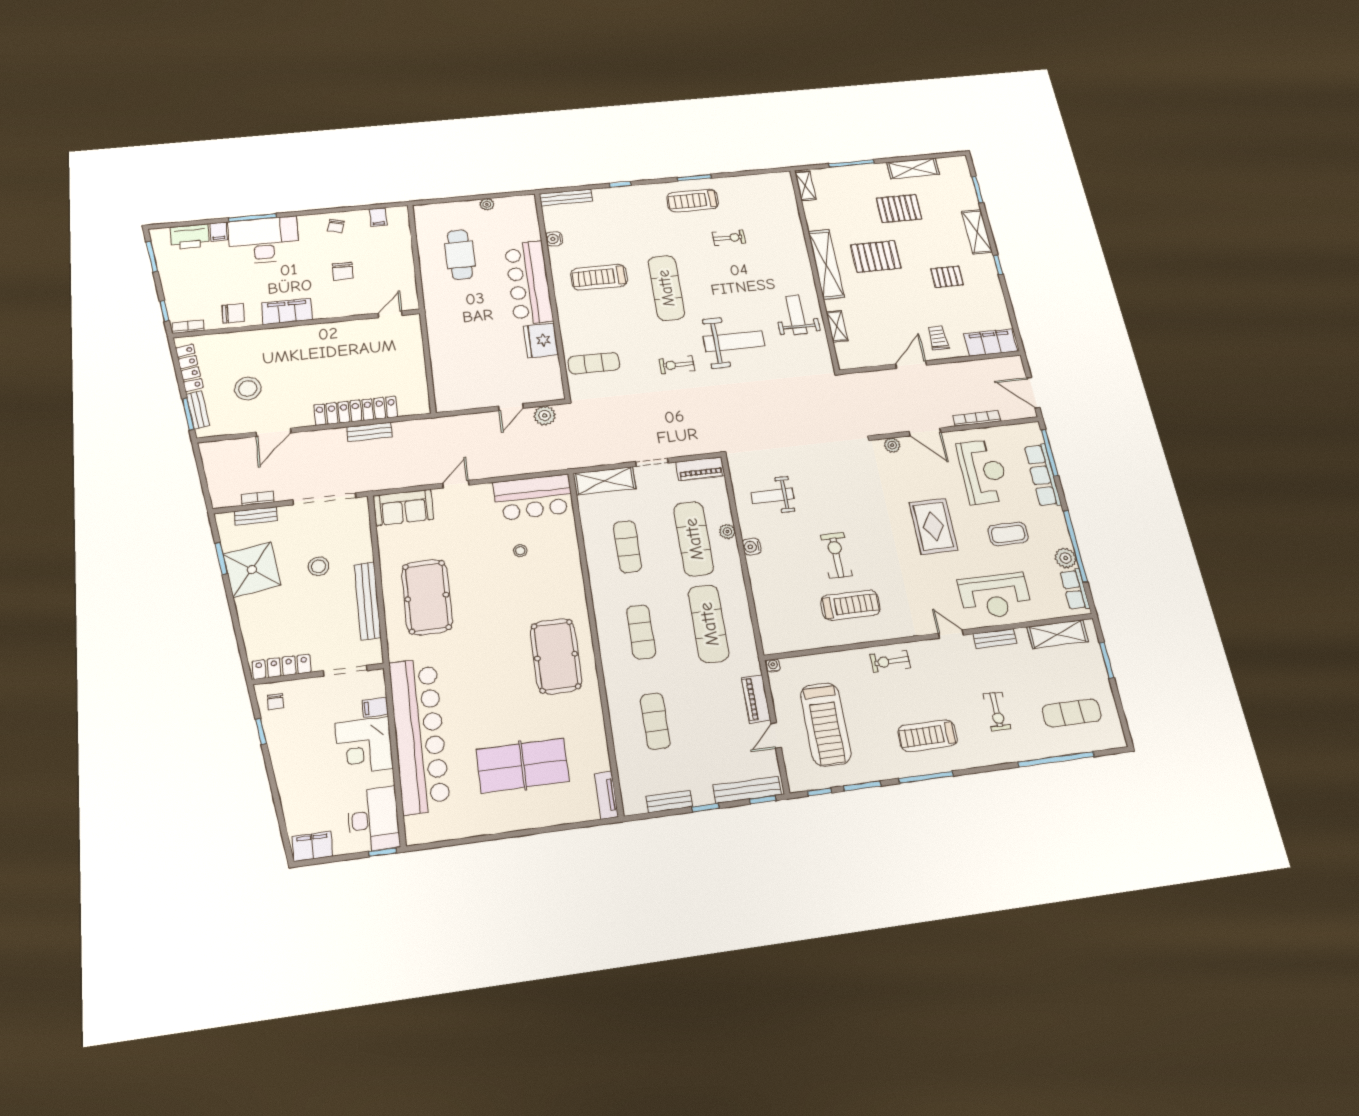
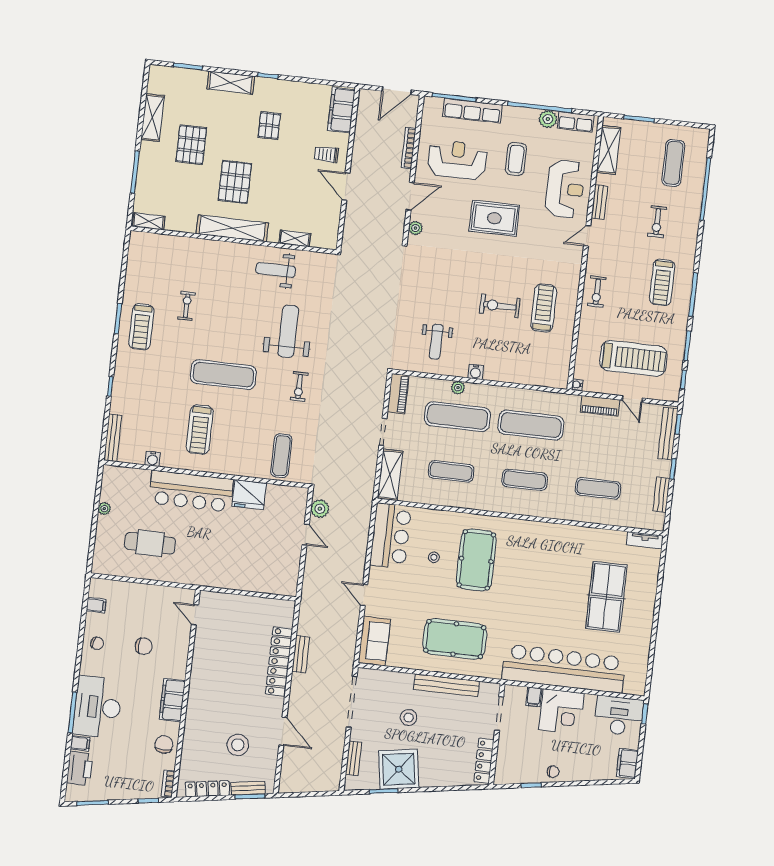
bookcase: (258, 498) -> (338, 754), removed
pool table: (556, 656) -> (476, 560), moved, turned 90
chair: (275, 702) -> (553, 772), moved
exercise bike: (997, 711) -> (657, 222), turned 90

